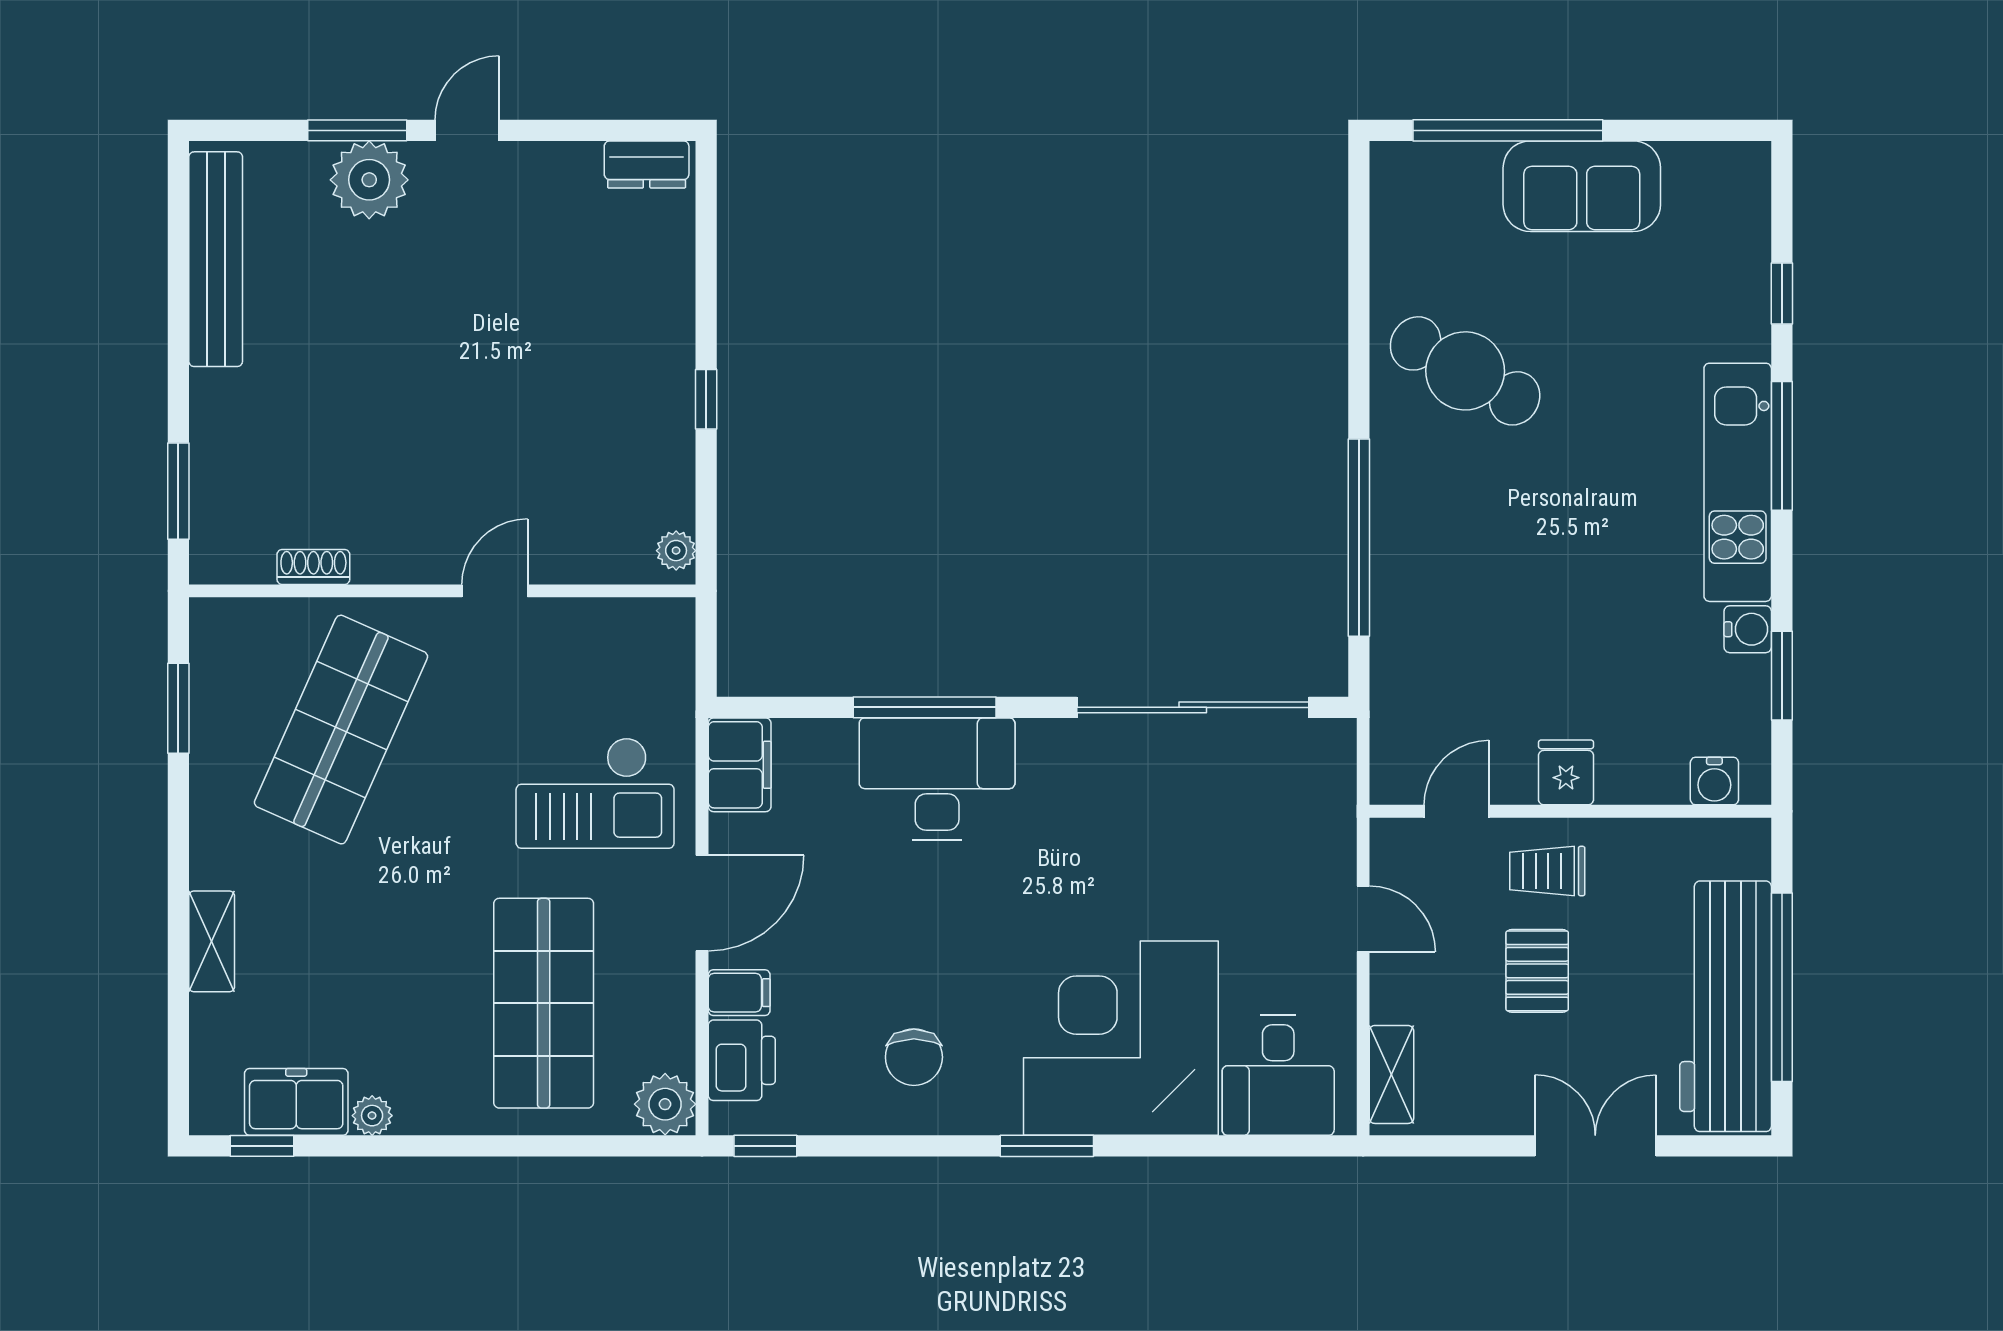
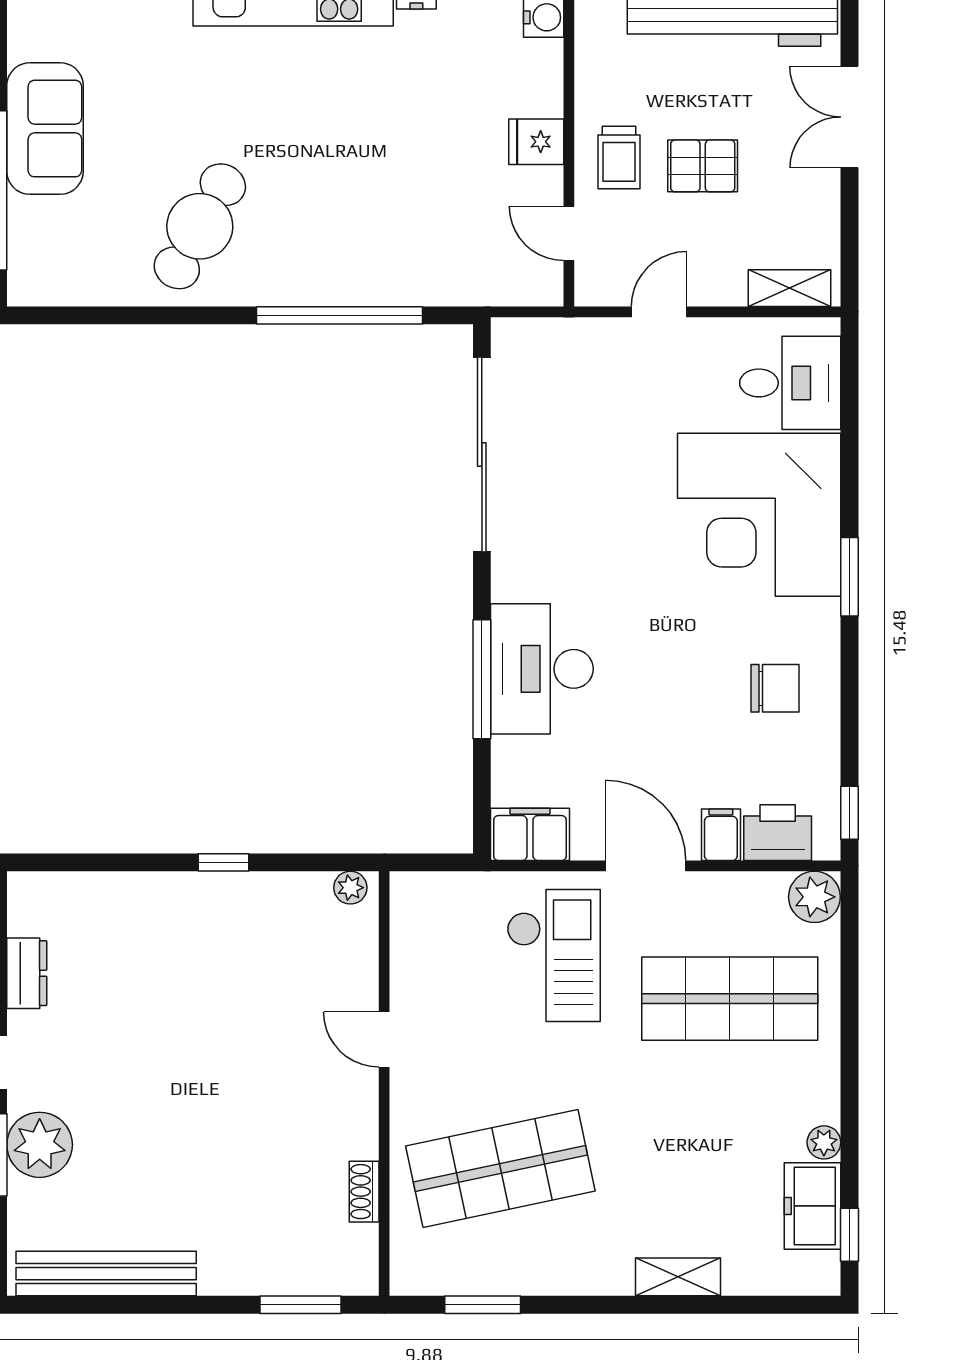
dresser: (647, 164) -> (27, 973), moved
shop shelf: (341, 730) -> (500, 1168), turned -36

